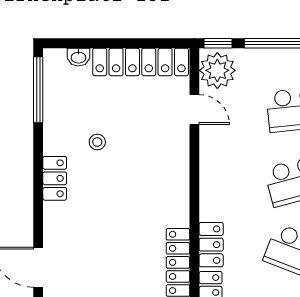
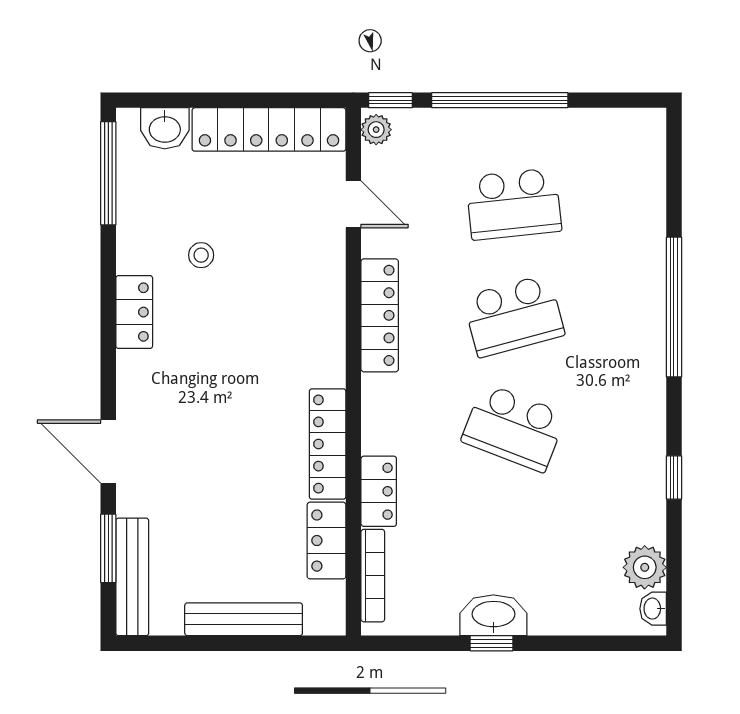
washbasin: (78, 57) -> (165, 128), width x1.38, depth x1.45
plant: (217, 70) -> (376, 130), width x0.53, depth x0.53
locker: (211, 245) -> (380, 315), moved, width x1.53

